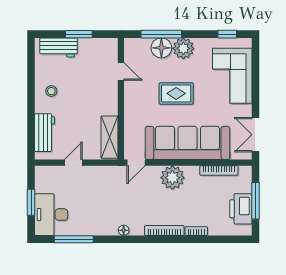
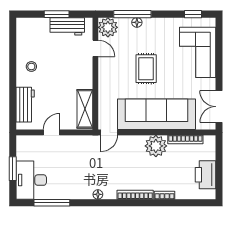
workbench: (59, 47) -> (67, 26), moved
floor lamp: (161, 48) -> (137, 22), width x0.53, depth x0.53
plant: (183, 48) -> (108, 27), moved
rug: (176, 93) -> (146, 69), turned 90
plant: (172, 178) -> (156, 146), moved
window: (256, 201) -> (219, 167), removed

